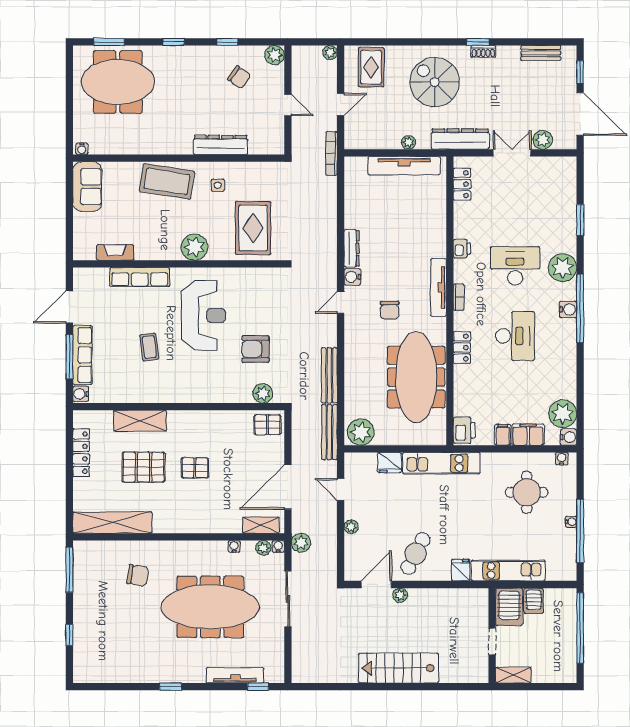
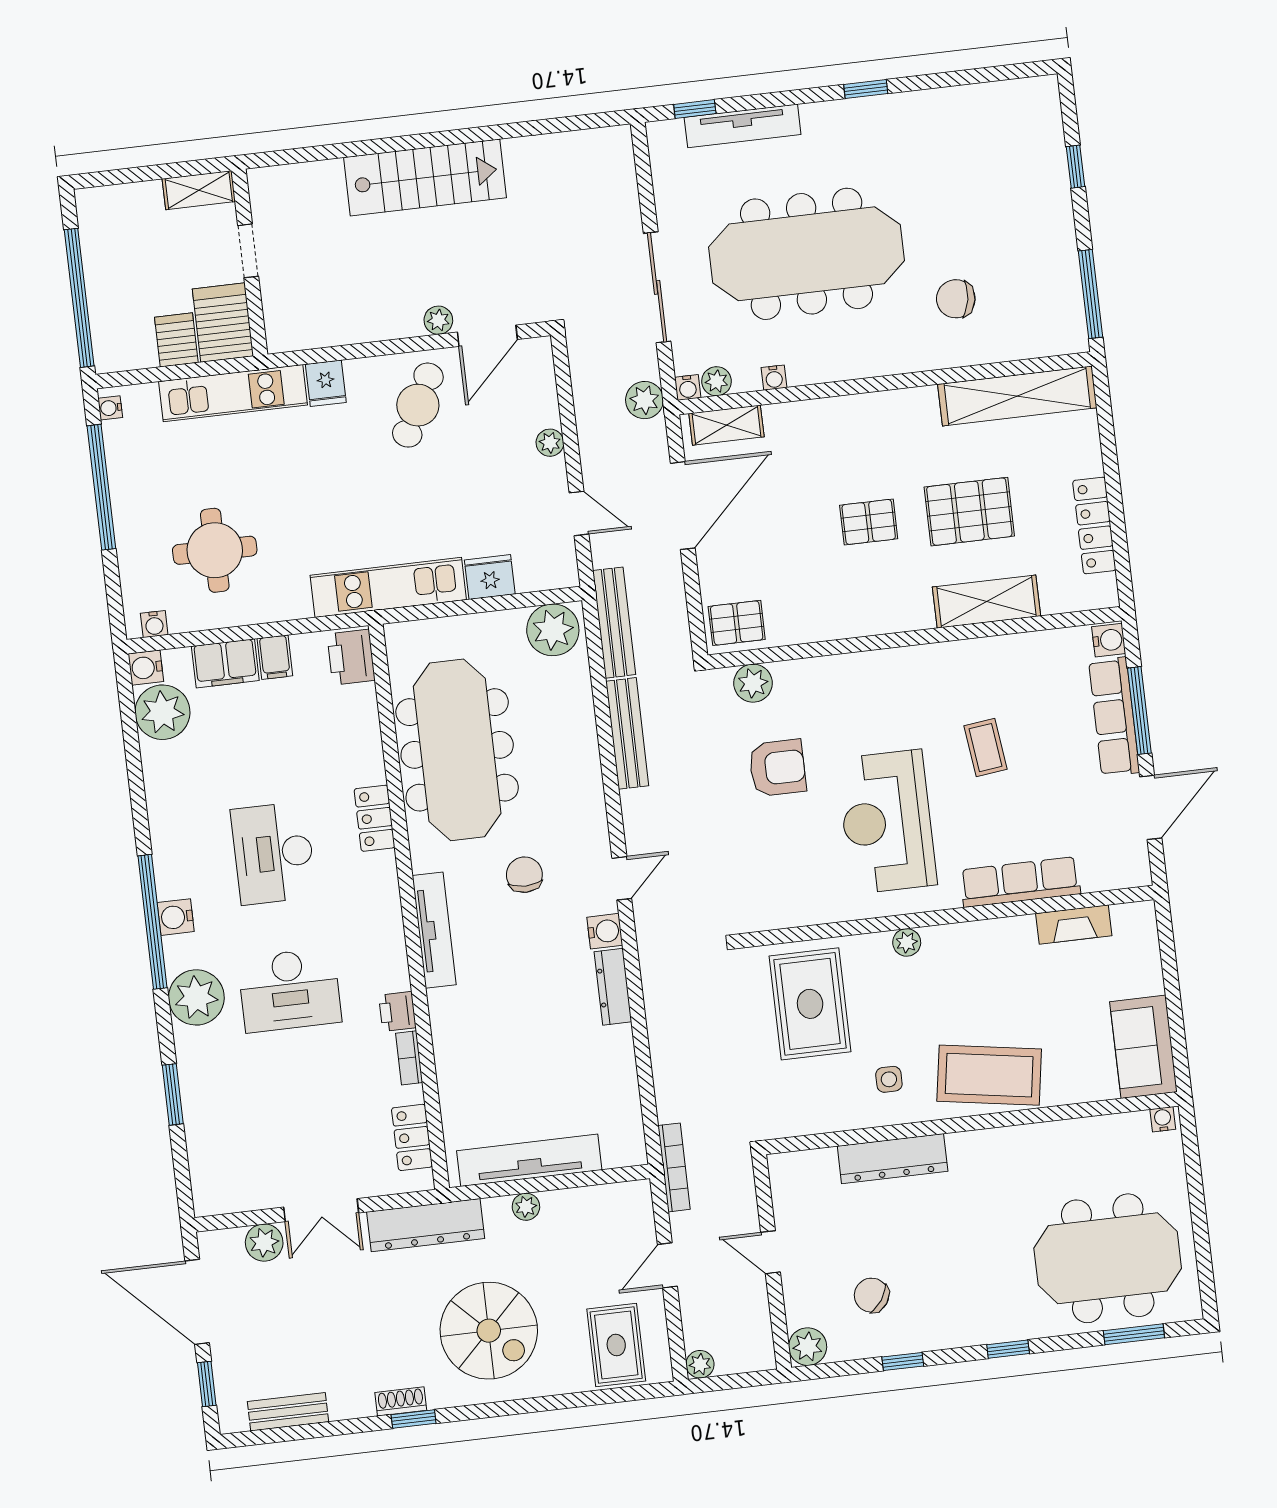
plant: (194, 247) -> (907, 942), width x0.53, depth x0.53
bookcase: (459, 297) -> (409, 1058), moved
water cooler: (571, 522) -> (110, 408), moved

